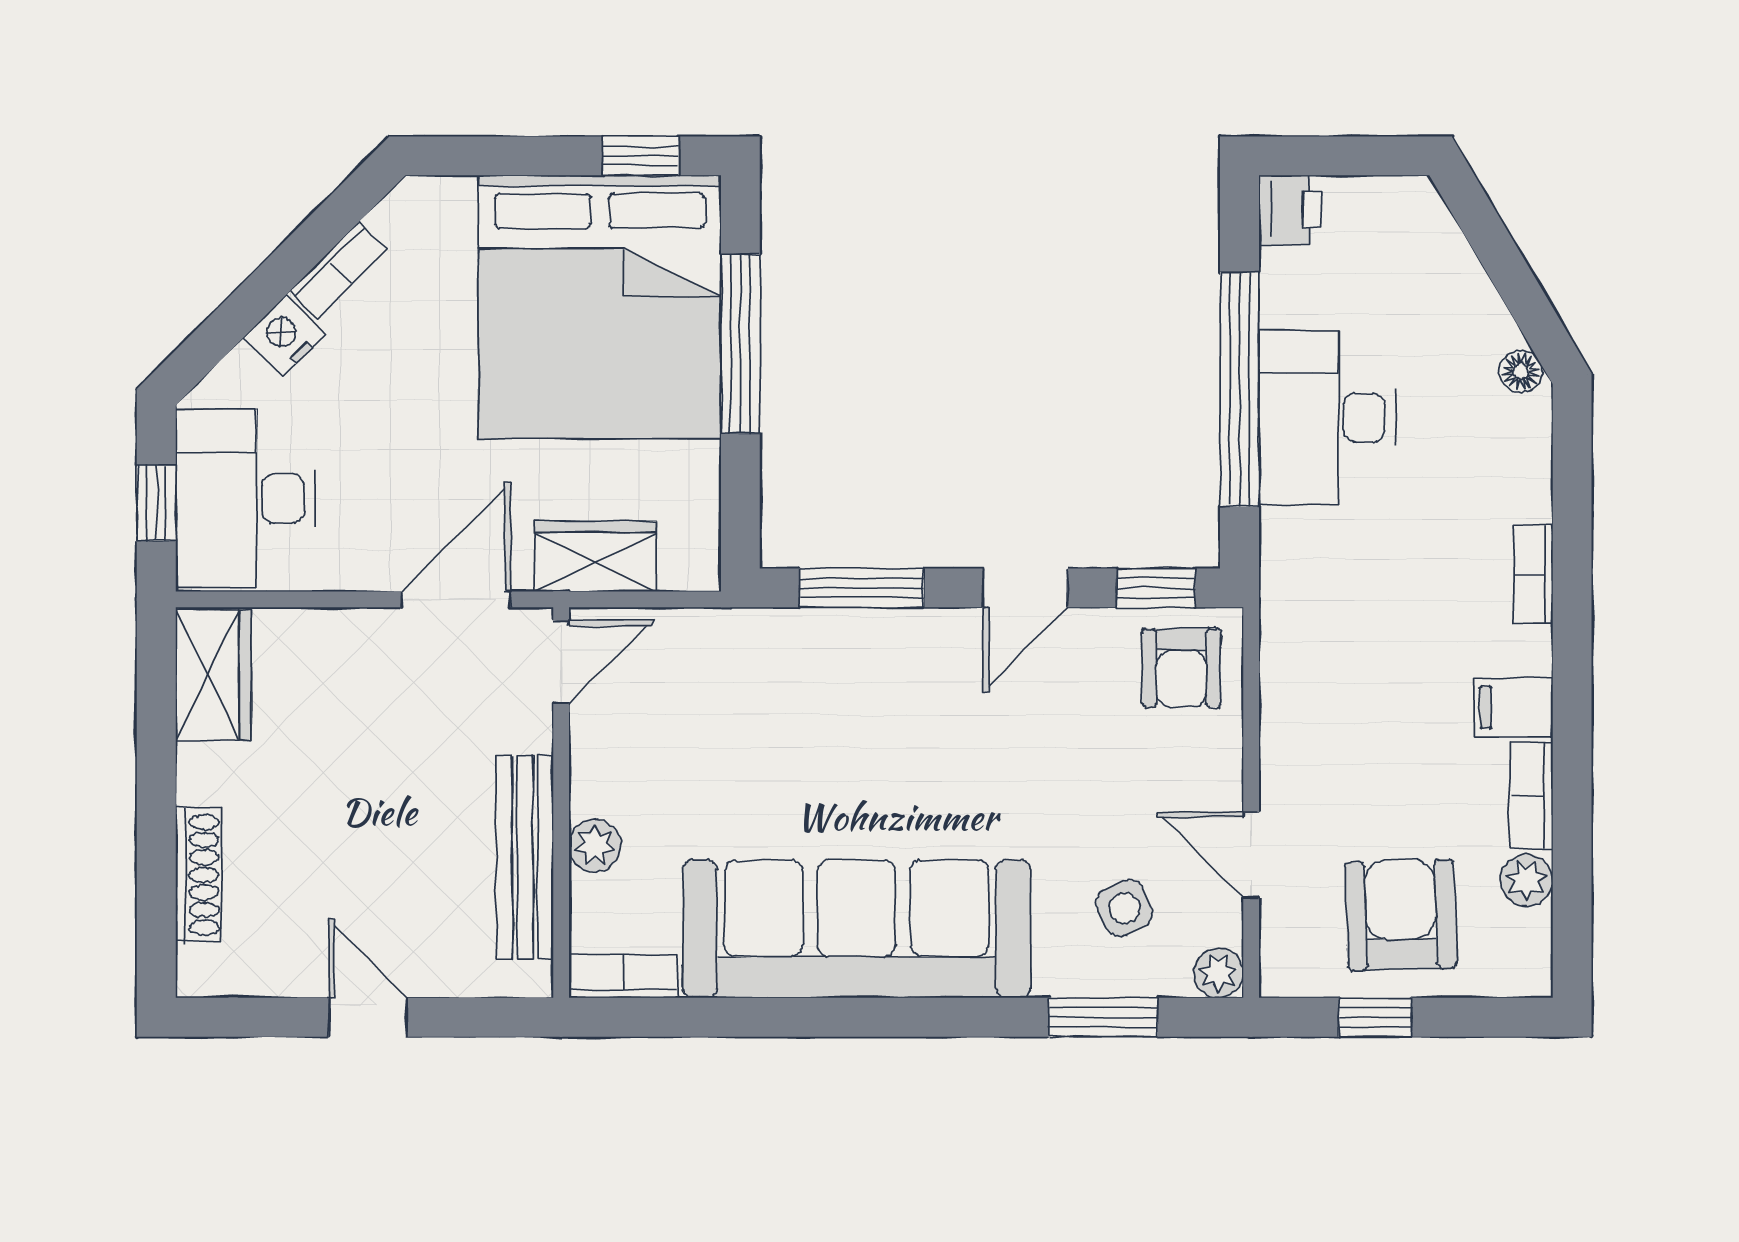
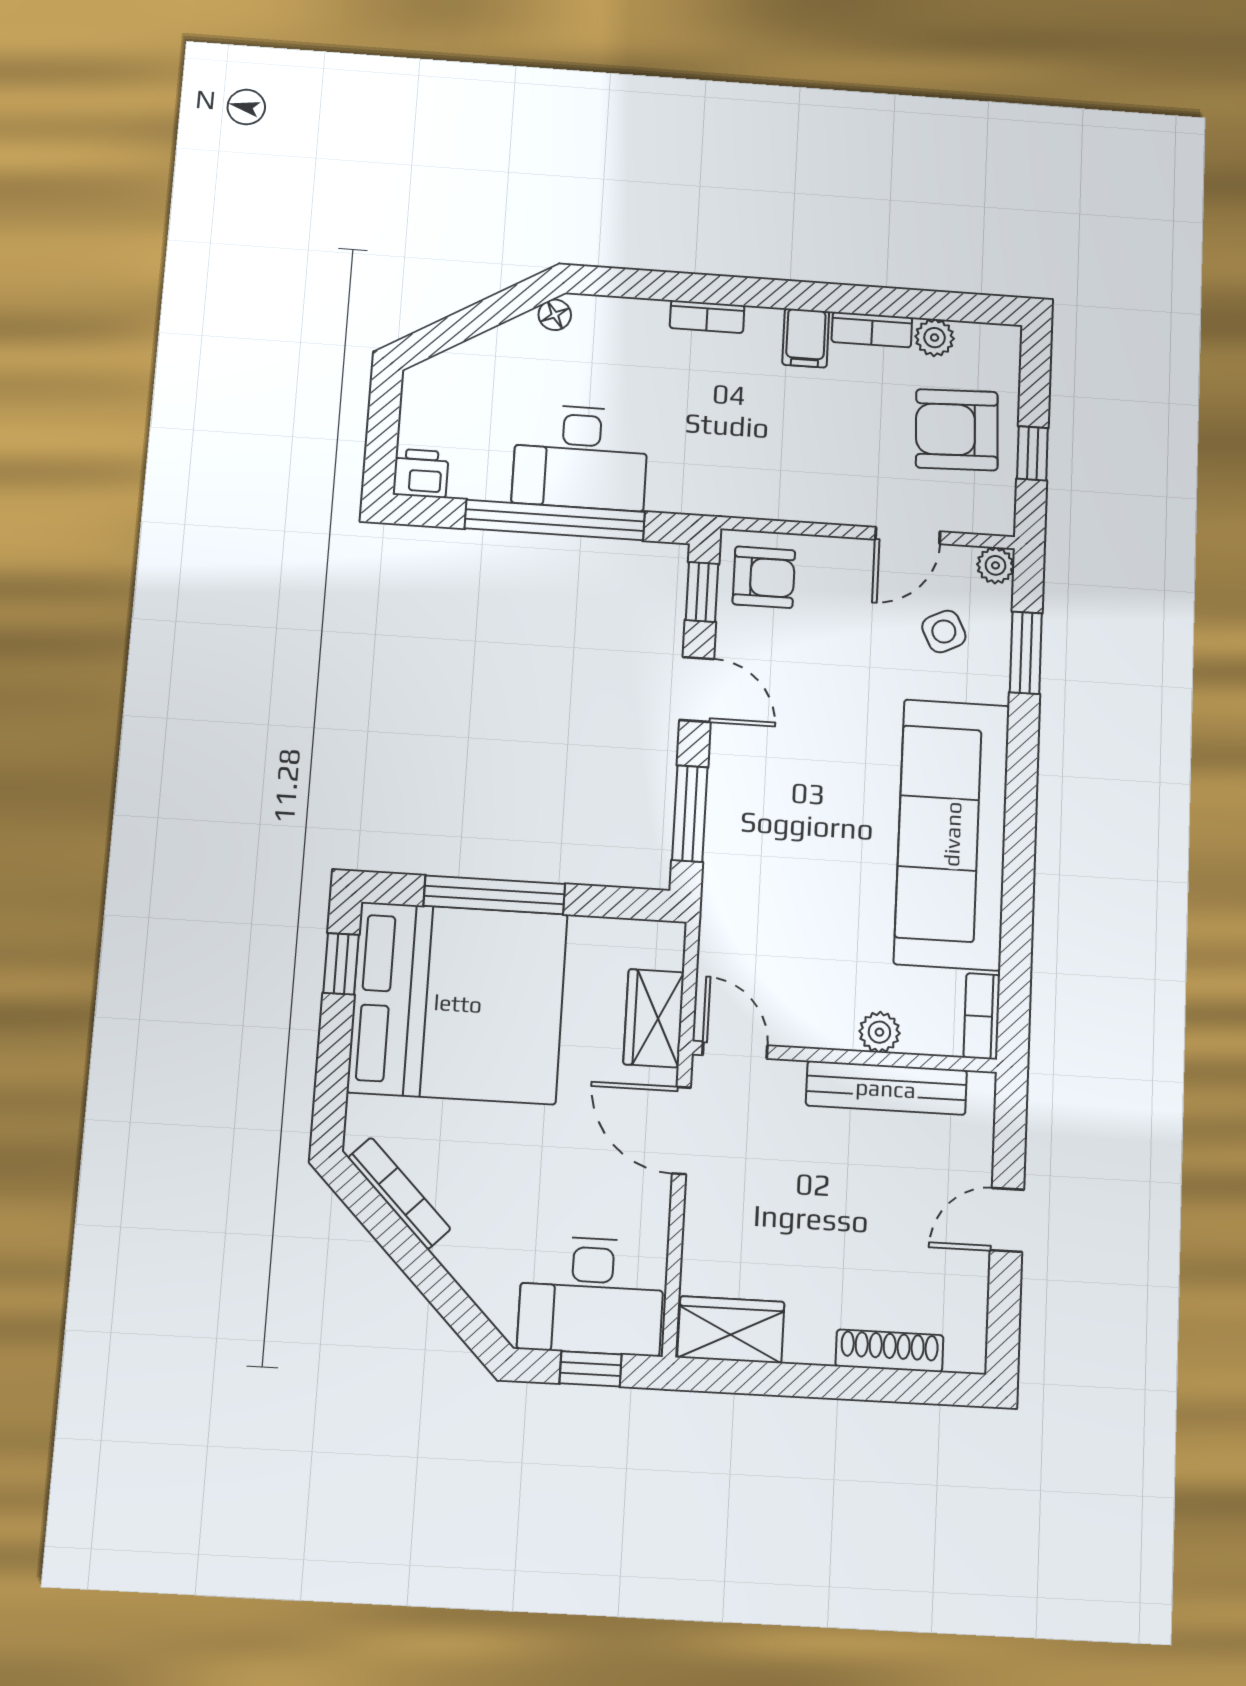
bookcase: (338, 270) -> (399, 1193), width x1.56
nightstand: (284, 336) -> (463, 1257), removed

